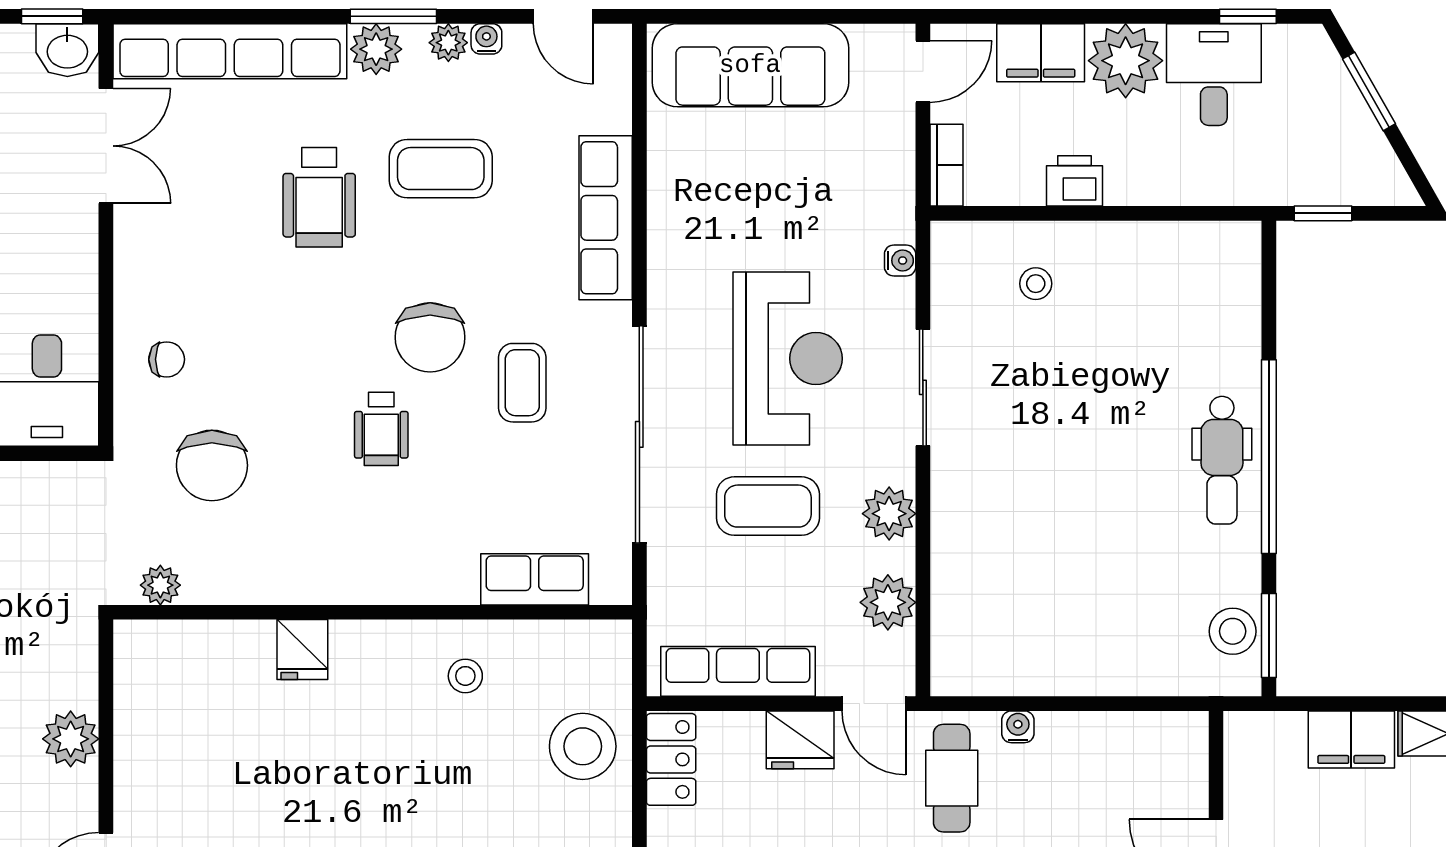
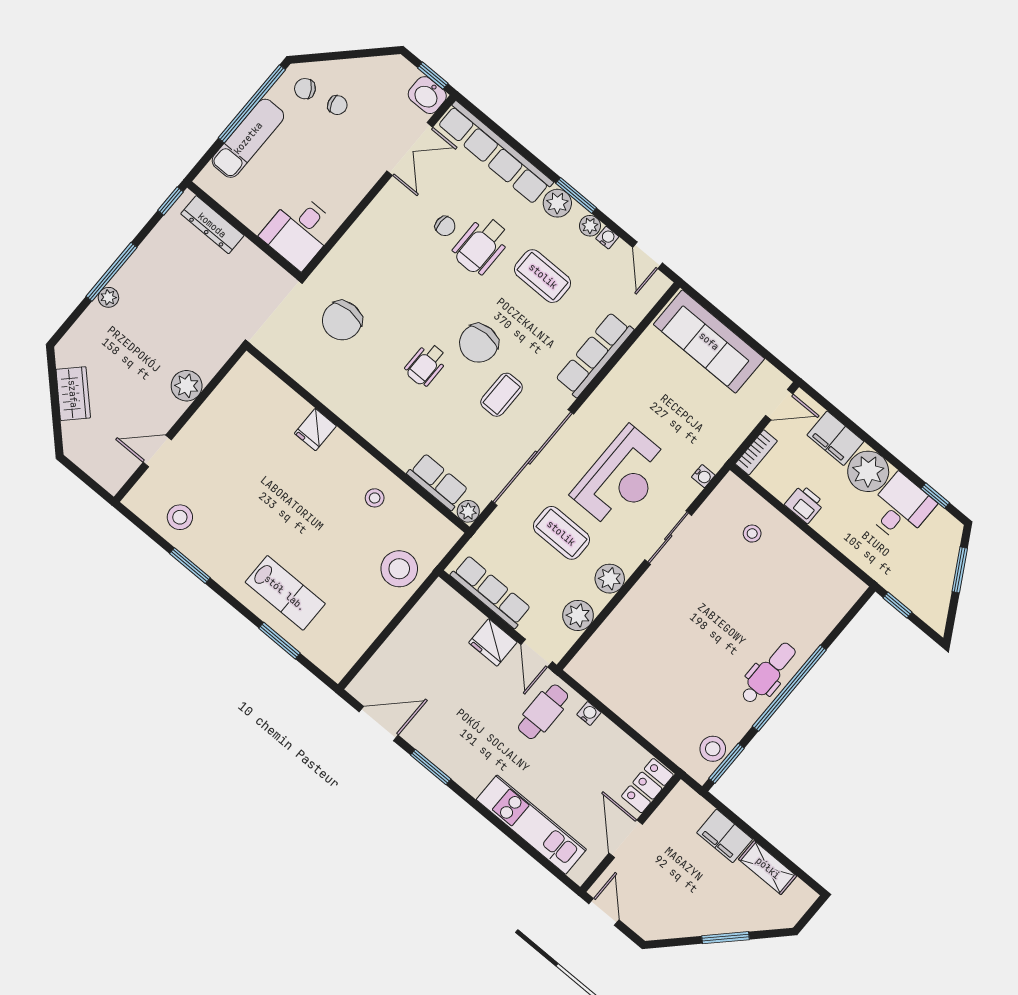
chair: (167, 359) -> (445, 226), moved
dental chair: (1222, 460) -> (768, 673), turned 180
plant: (160, 585) -> (468, 511), moved
locker: (671, 759) -> (647, 786), moved, turned 180

